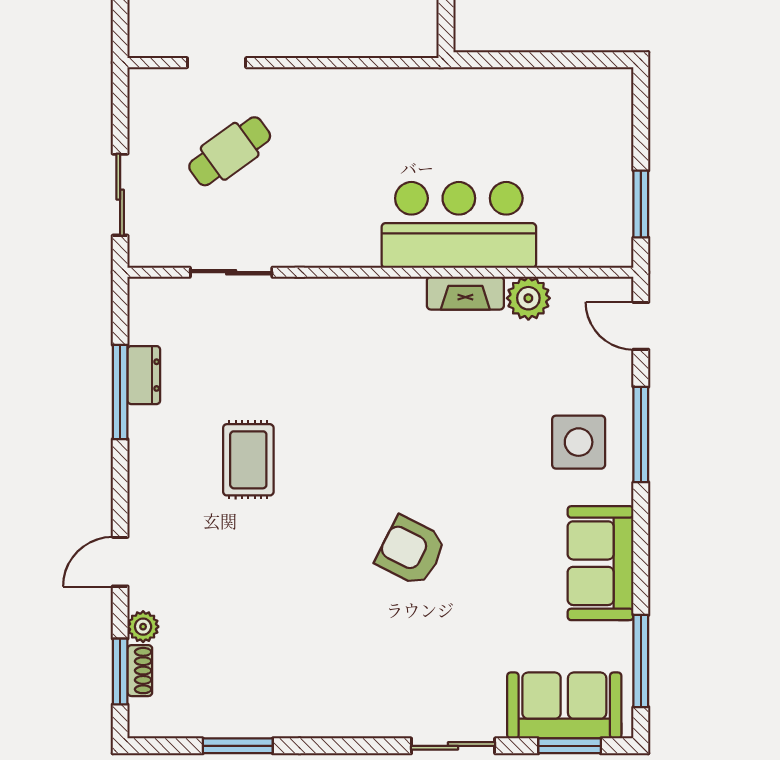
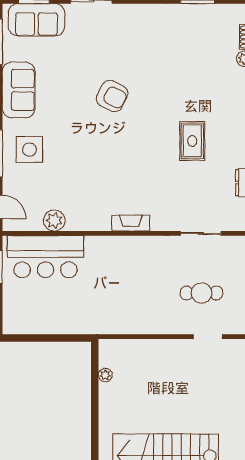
cafe table: (230, 151) -> (201, 293), turned 36
bar counter: (459, 225) -> (45, 257), moved
fireplace: (465, 293) -> (131, 223), moved

